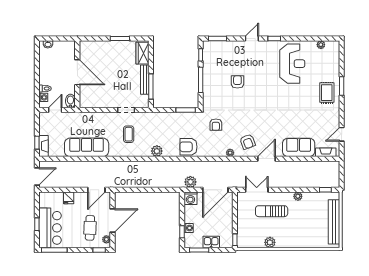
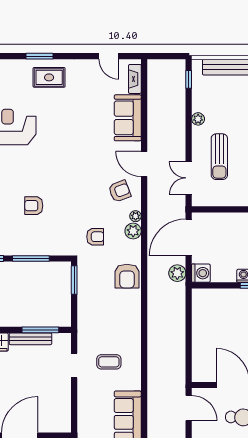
plant: (157, 151) -> (133, 231), moved
door: (215, 190) -> (189, 237), swing flipped

